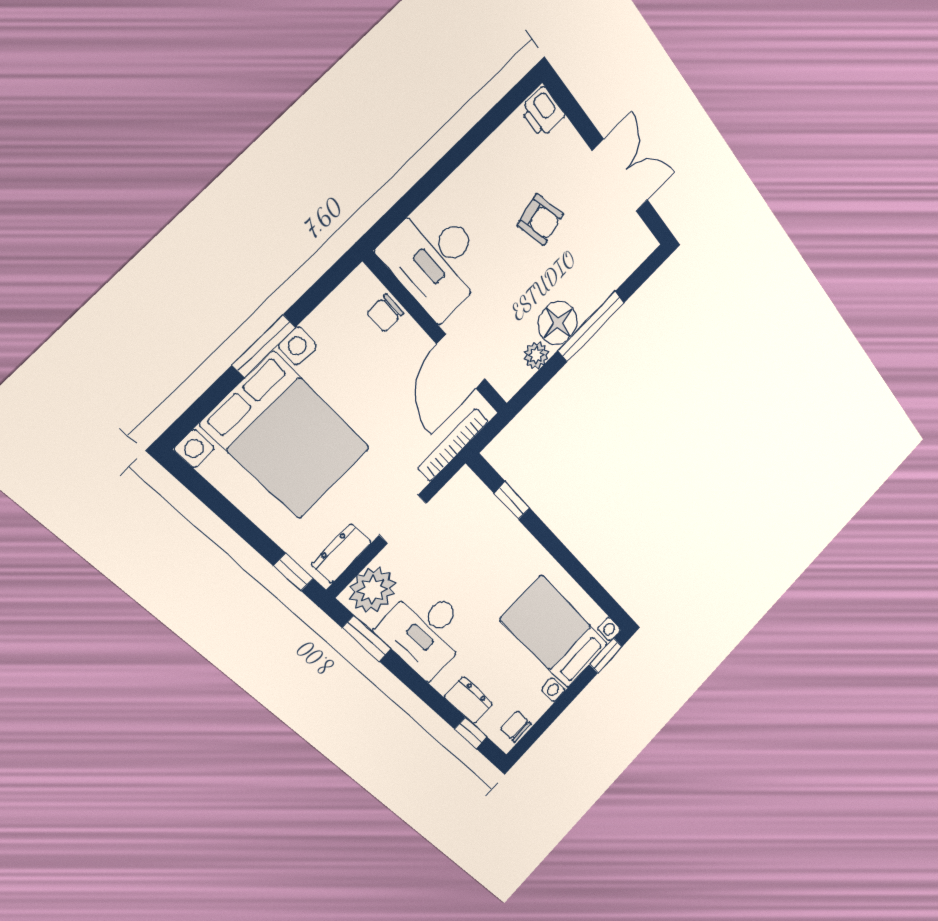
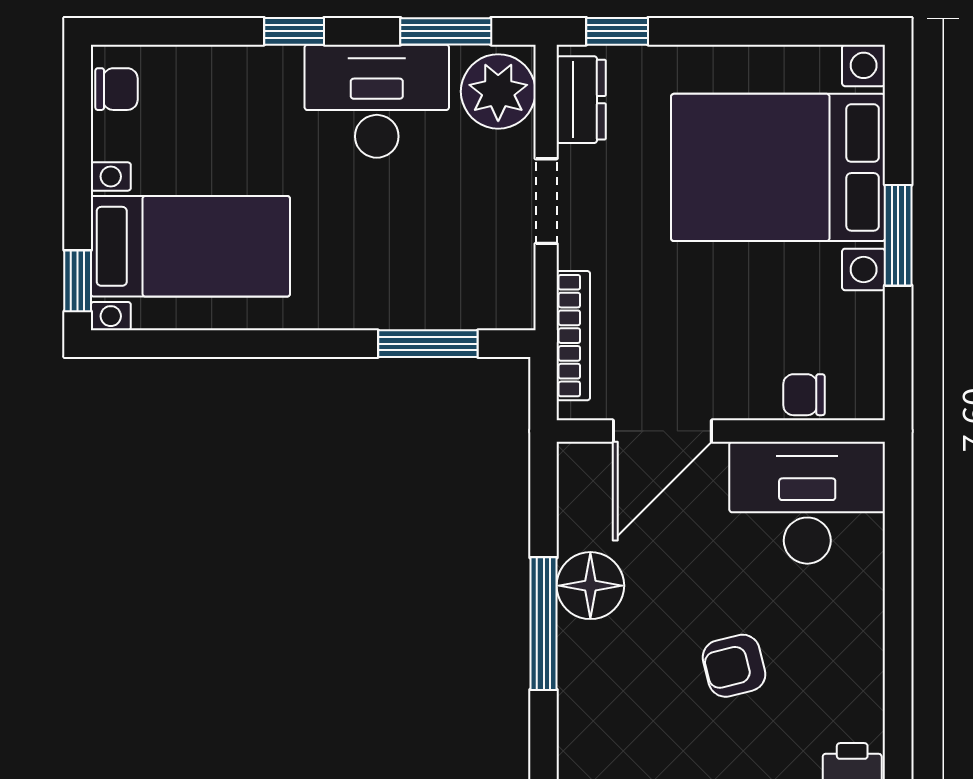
chair: (385, 313) -> (804, 395), turned -90
plant: (536, 355) -> (578, 526), removed
door: (461, 362) -> (662, 431), swing flipped
window: (512, 501) -> (428, 344), width x1.50
dresser: (468, 700) -> (224, 68), removed
window: (471, 733) -> (294, 31), moved

